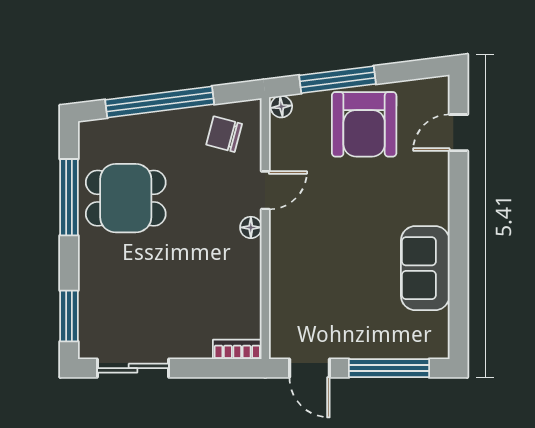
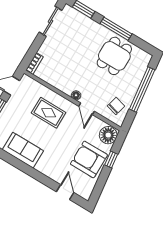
window: (337, 80) -> (111, 160), width x0.46
floor lamp: (281, 107) -> (108, 135), width x1.89, depth x1.89
window: (69, 197) -> (116, 29), moved
rug: (319, 262) -> (49, 113), added

